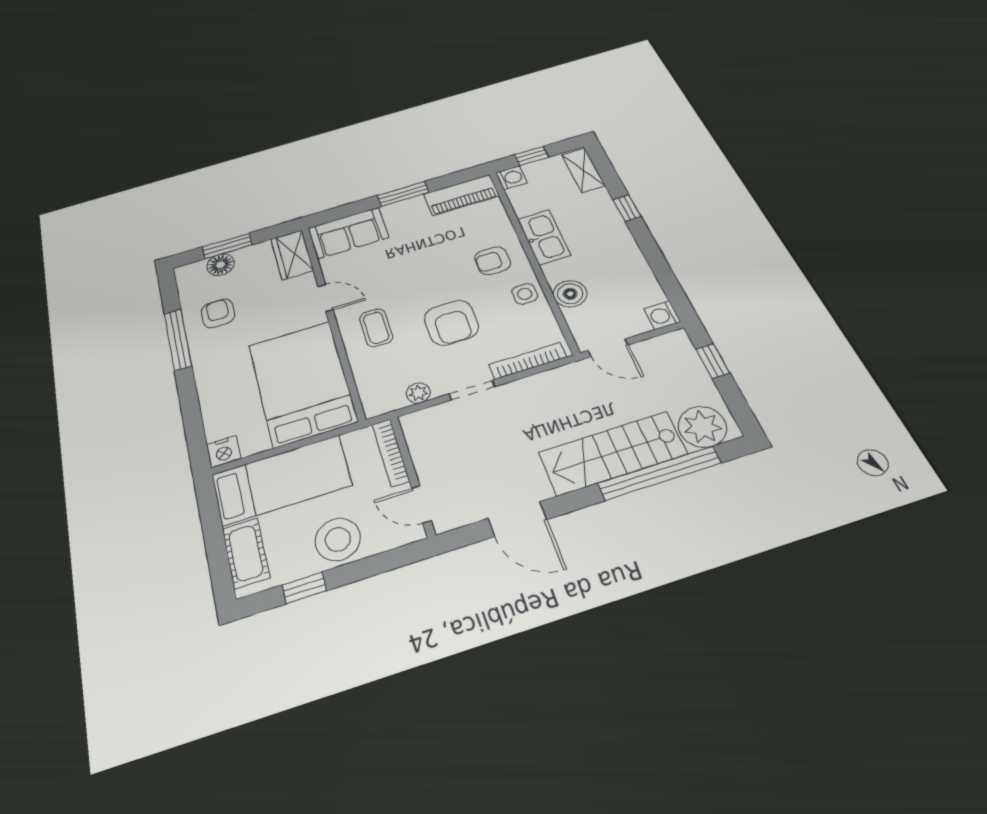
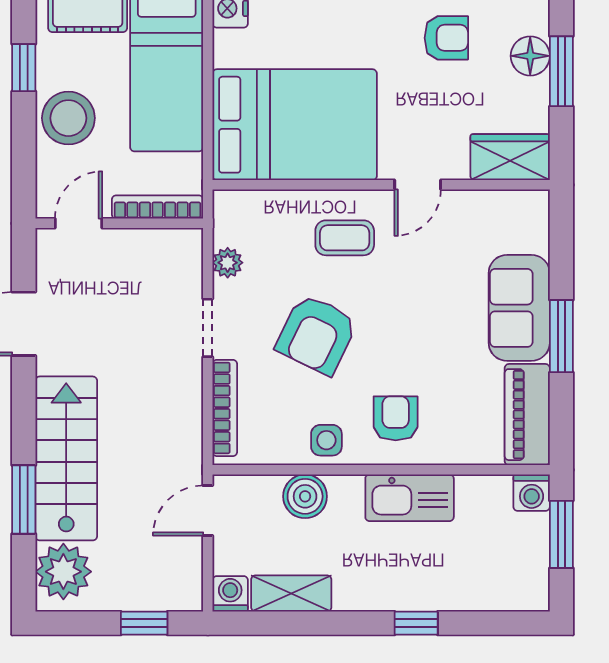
window: (532, 156) -> (561, 534), width x1.50
shelving: (583, 170) -> (291, 593), moved
sofa: (348, 233) -> (519, 308), moved
armchair: (451, 323) -> (317, 334), turned -64
window: (660, 473) -> (24, 499), width x0.47

